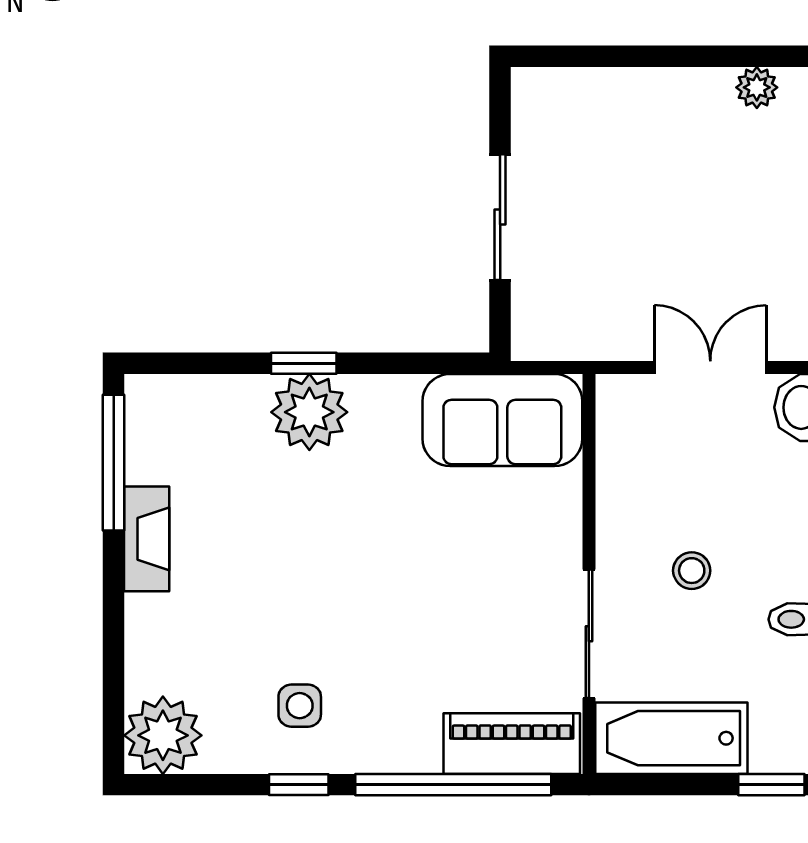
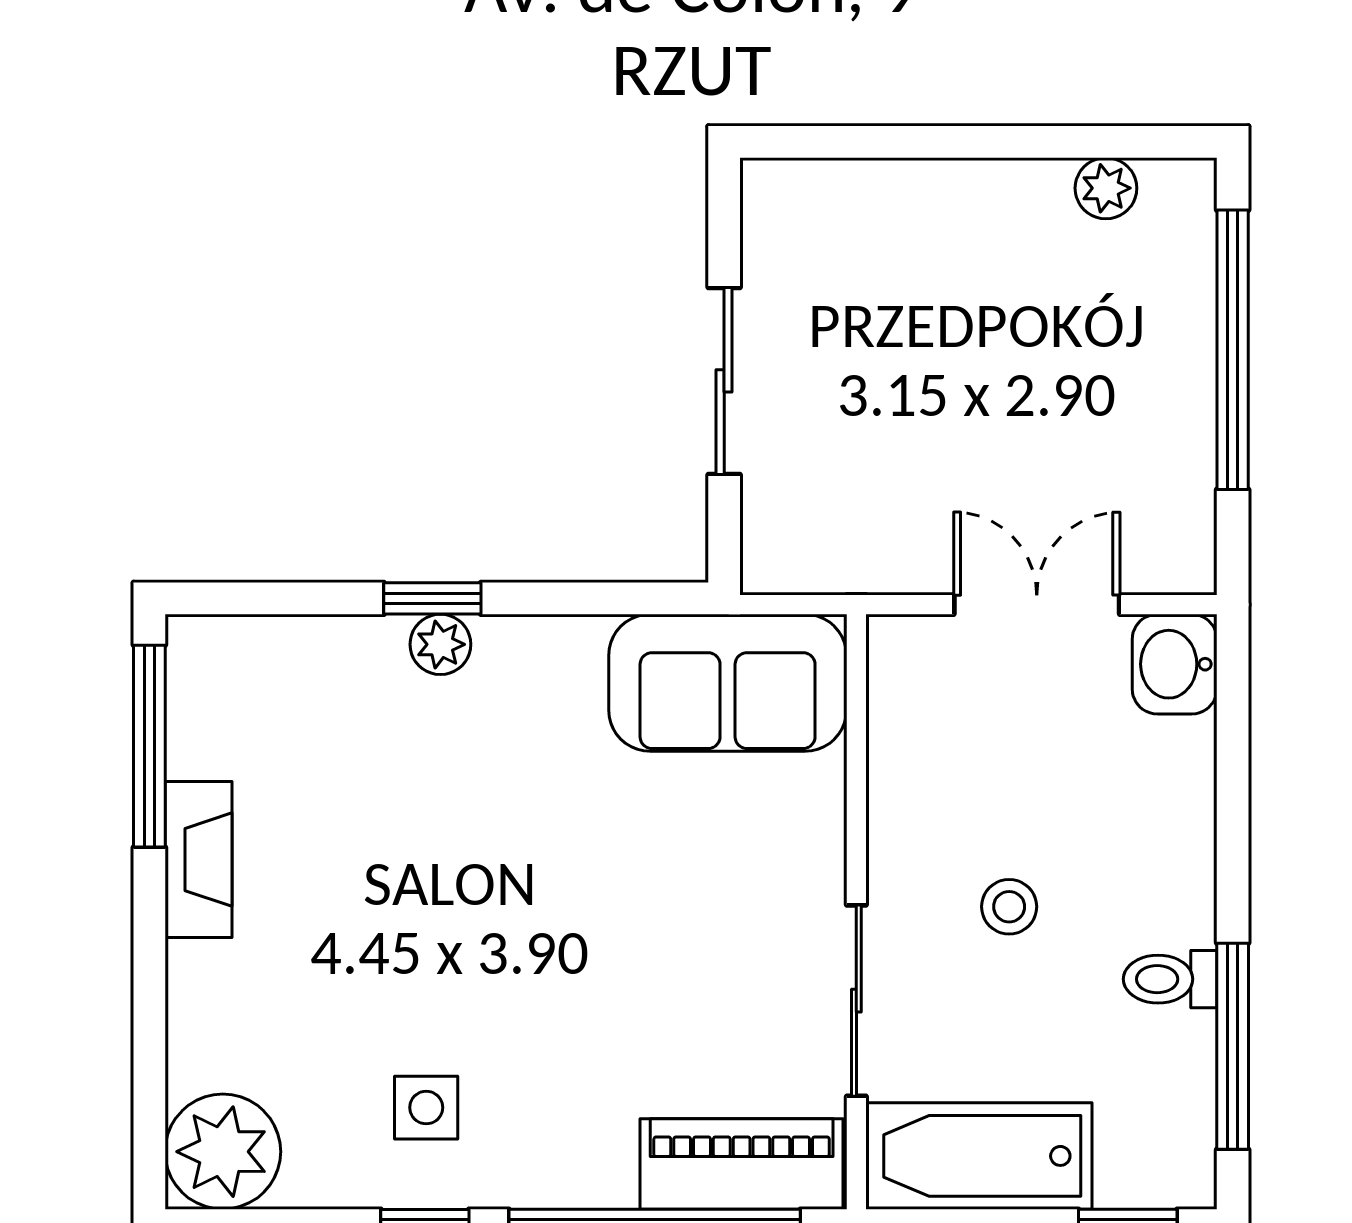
plant: (309, 412) -> (440, 644), width x0.53, depth x0.53

